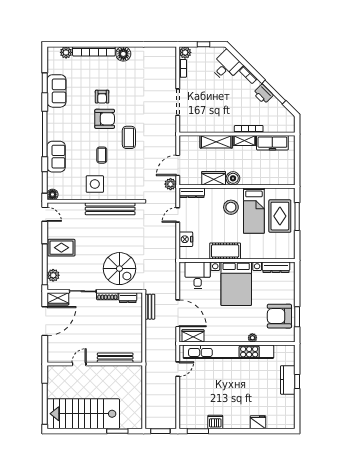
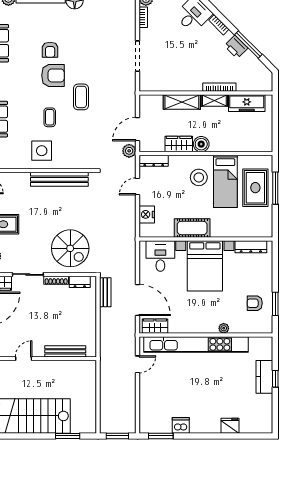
armchair: (279, 316) -> (255, 303), width x0.53, depth x0.53

